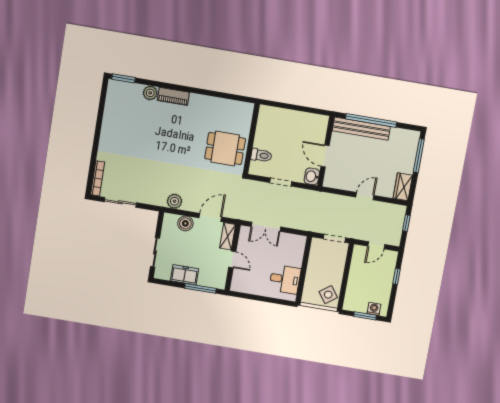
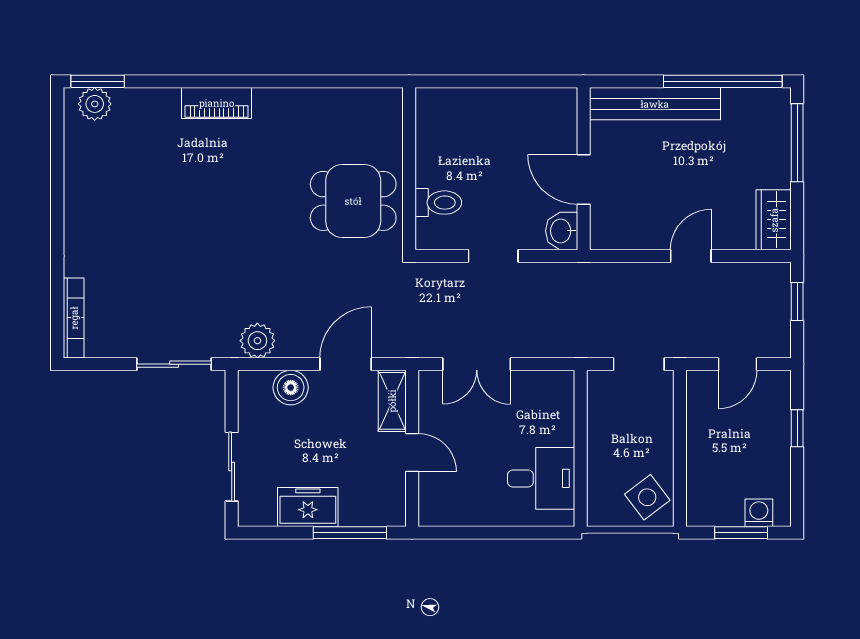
plant: (150, 93) -> (95, 104), moved
window: (371, 120) -> (723, 81), moved
sliding door: (120, 202) -> (174, 364), moved

